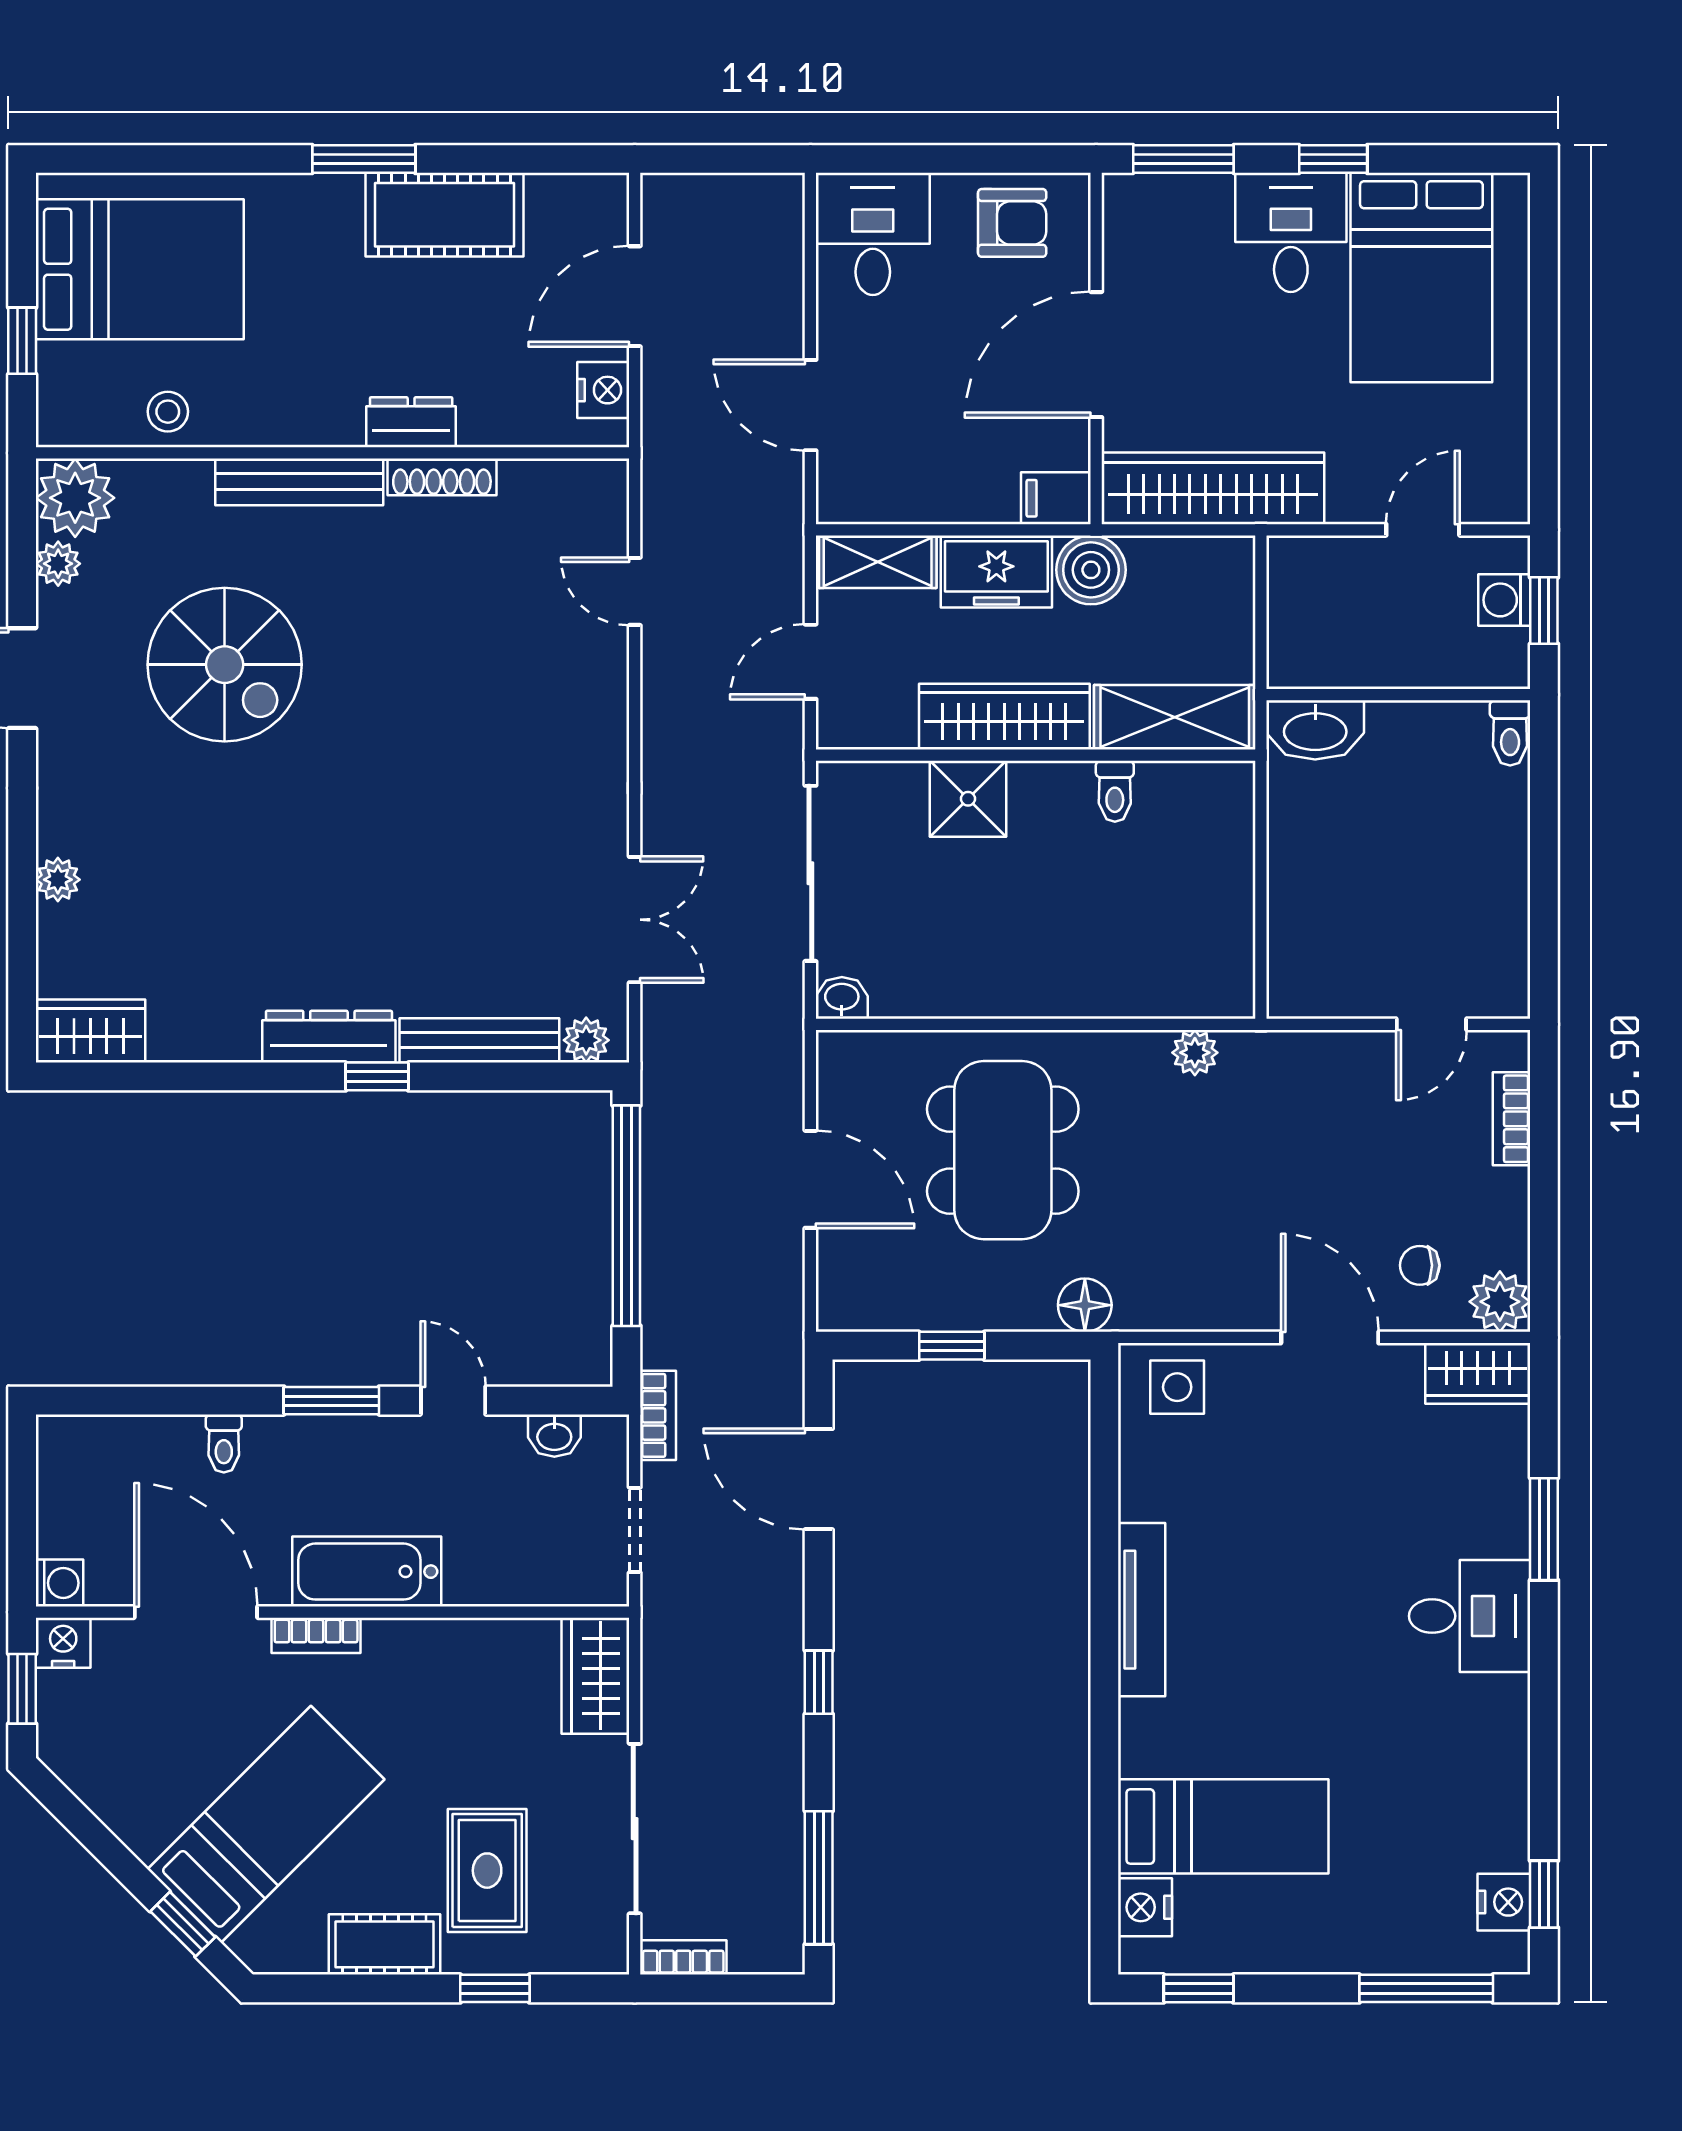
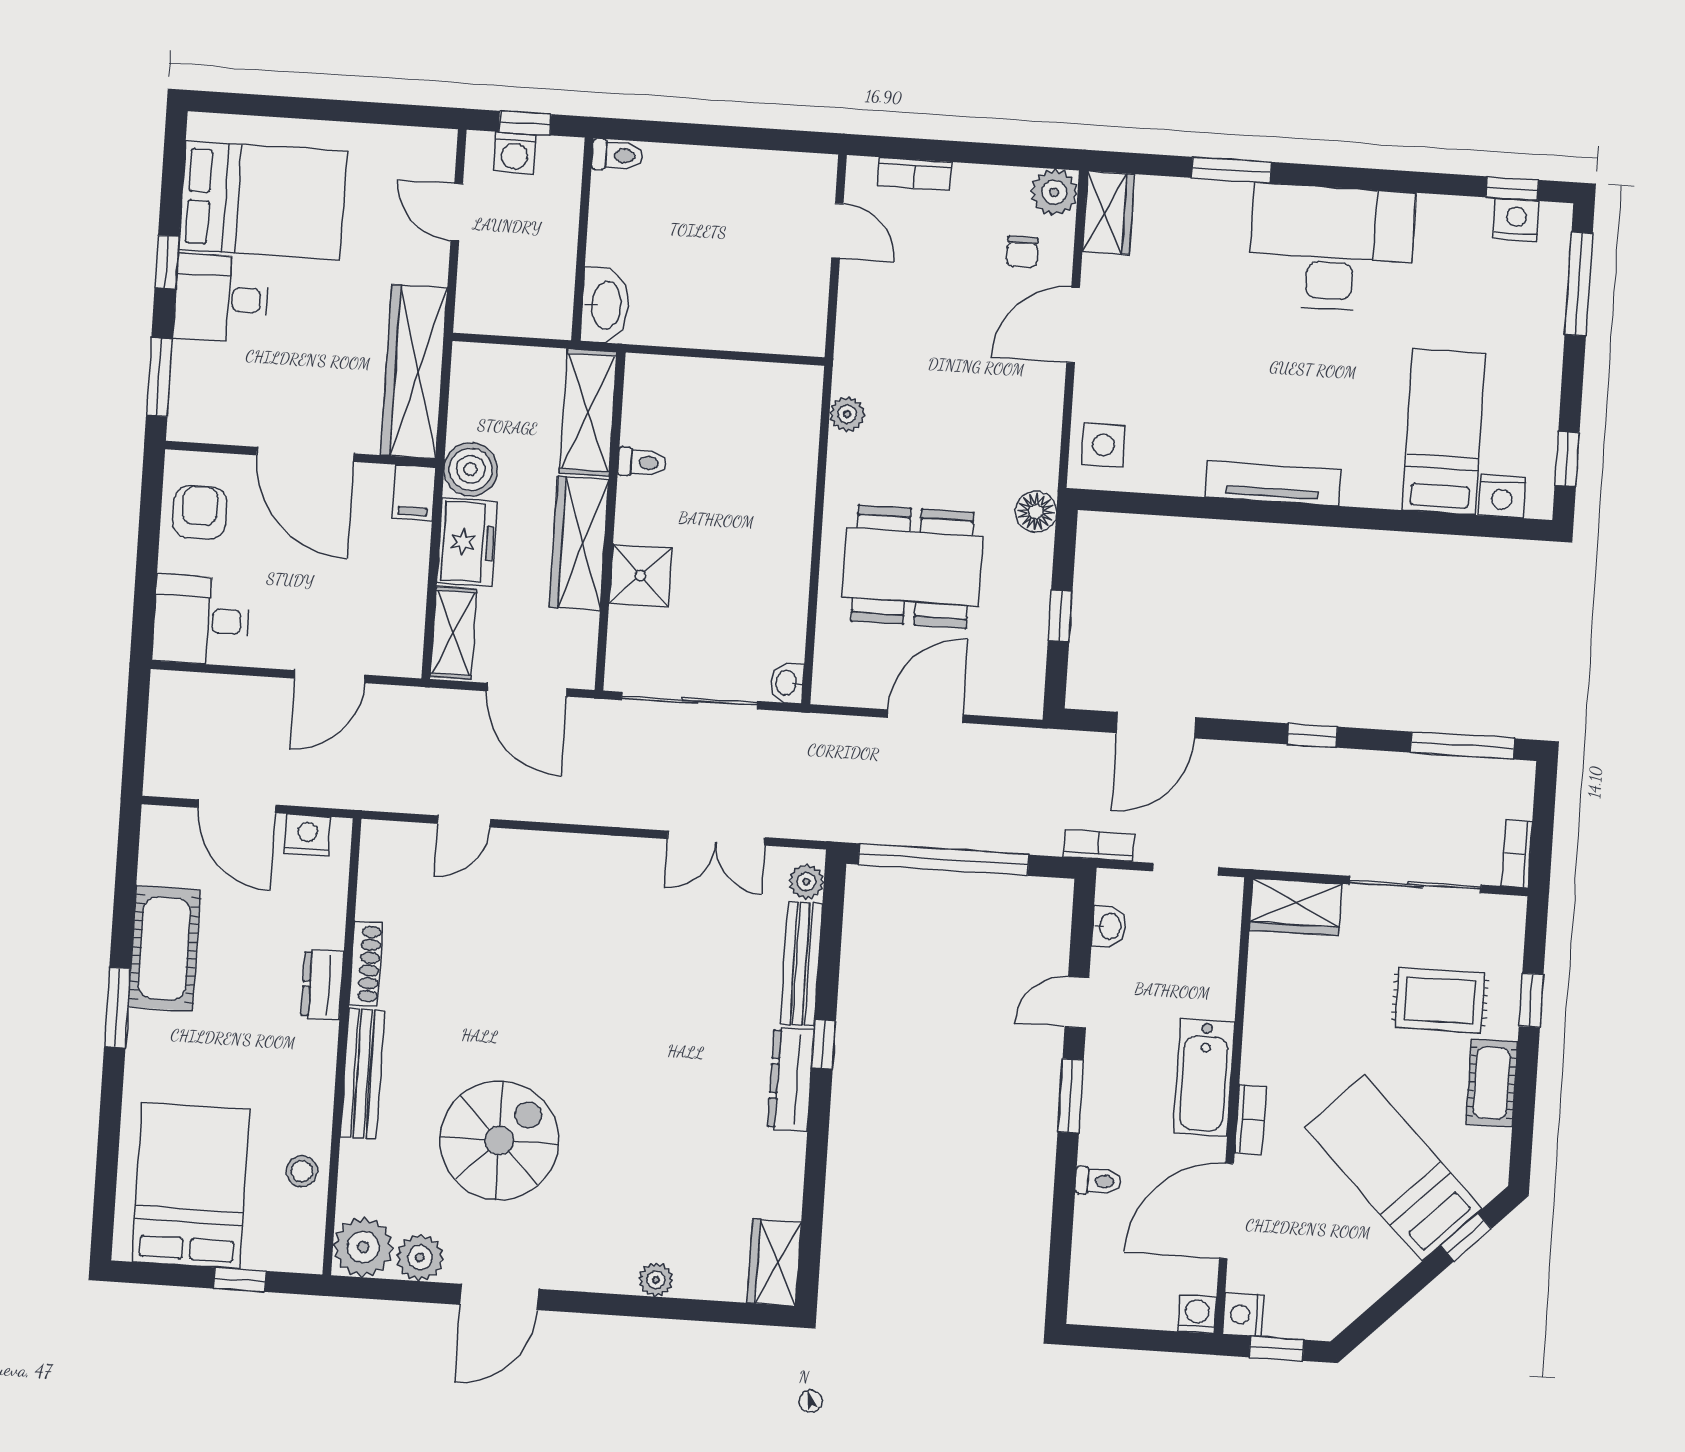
plant: (58, 564) -> (420, 1257), width x1.38, depth x1.38
door: (810, 662) -> (527, 690), width x1.38
double door: (635, 920) -> (716, 838), swing flipped
desk: (1470, 1616) -> (1331, 248), width x1.87, depth x1.30

